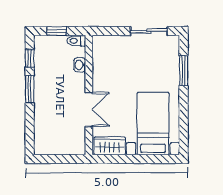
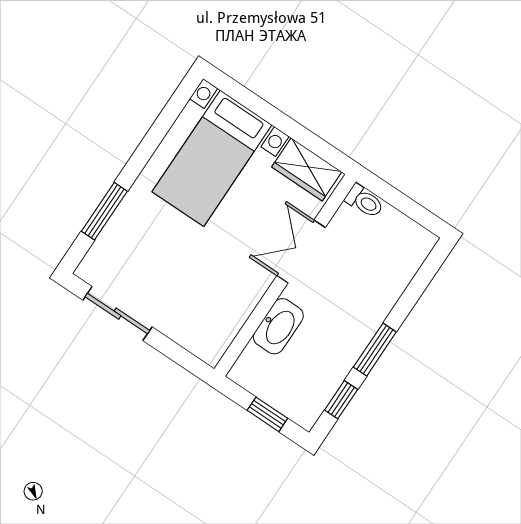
toilet: (76, 41) -> (364, 201), moved
washbasin: (80, 65) -> (278, 326), width x1.91, depth x1.45

